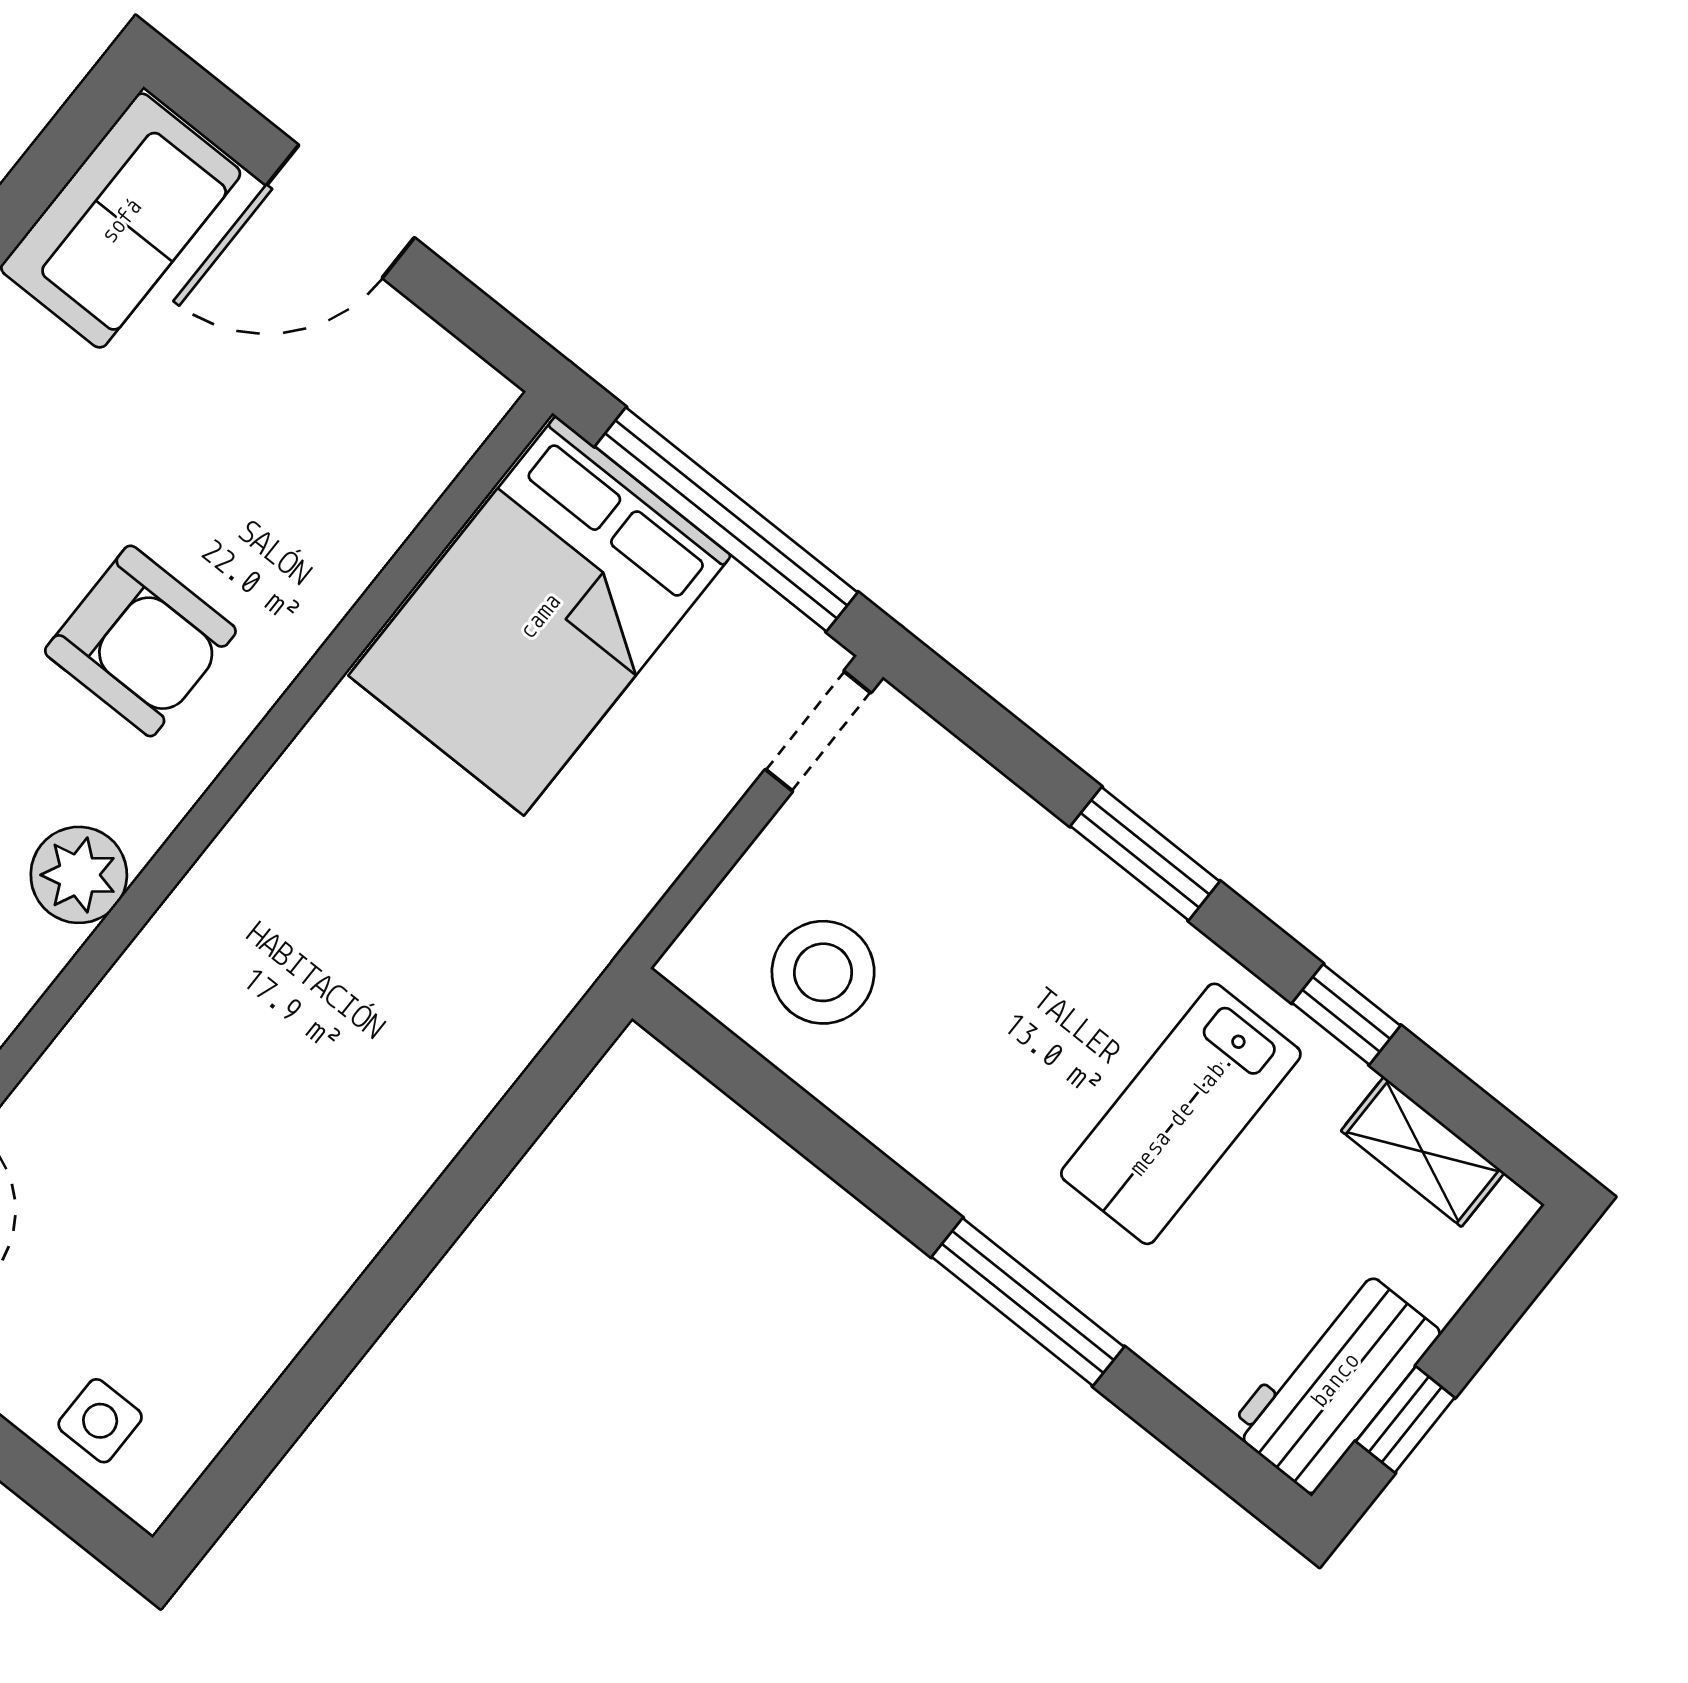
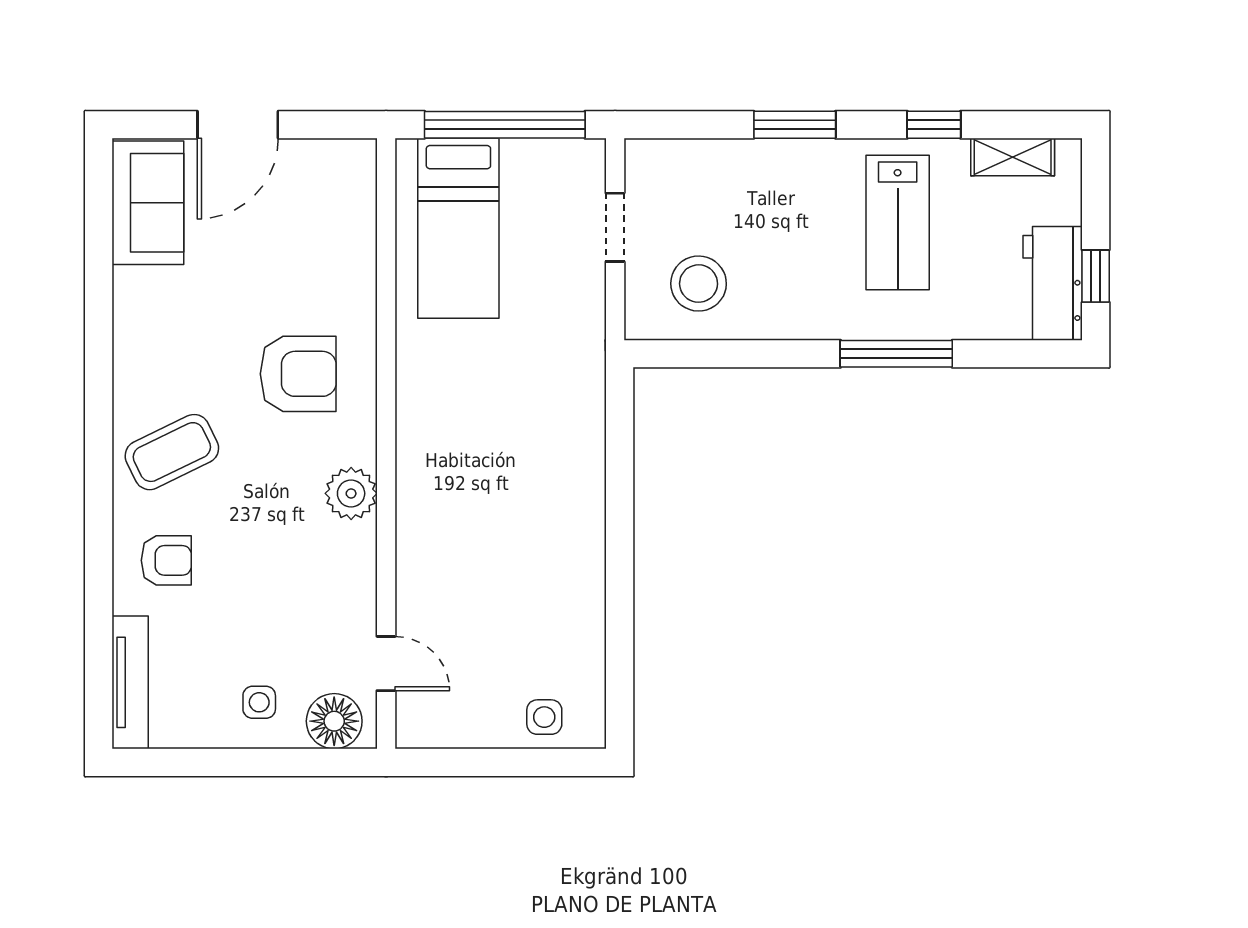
bed: (540, 616) -> (458, 228), width x0.67
doorway: (818, 731) -> (615, 227), moved

